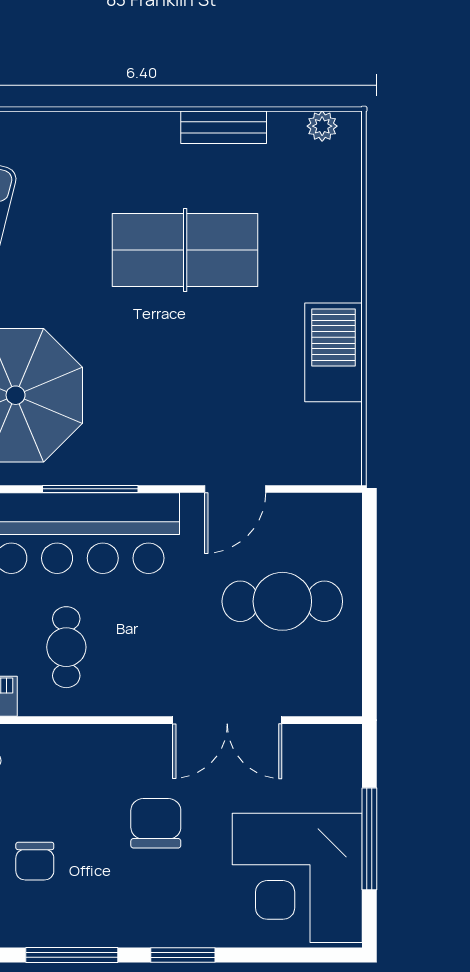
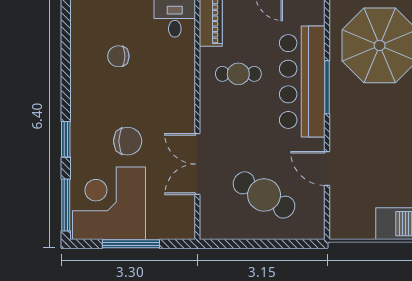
cafe table: (282, 601) -> (264, 195), turned -59
chair: (156, 823) -> (128, 141), moved
window: (72, 955) -> (66, 205), moved

